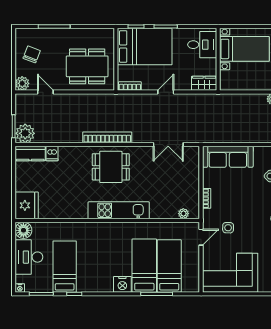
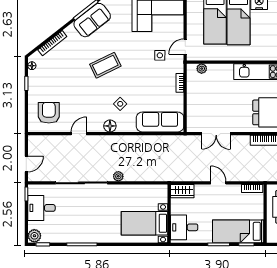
bed: (145, 46) -> (238, 231), width x0.67
door: (166, 92) -> (218, 183), swing flipped
double door: (168, 144) -> (216, 134), swing flipped

